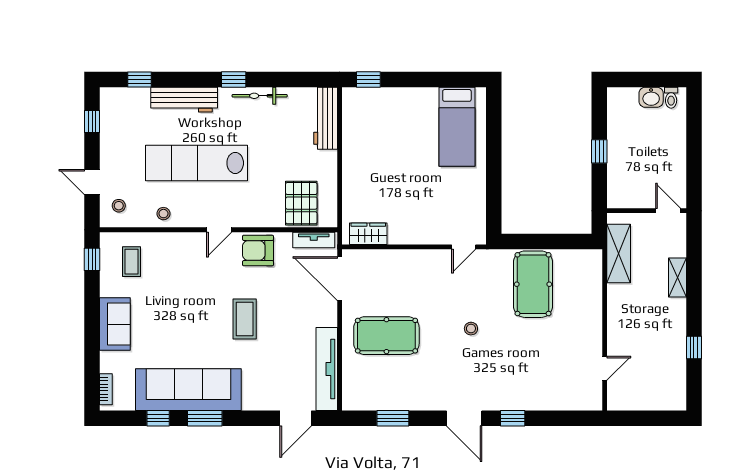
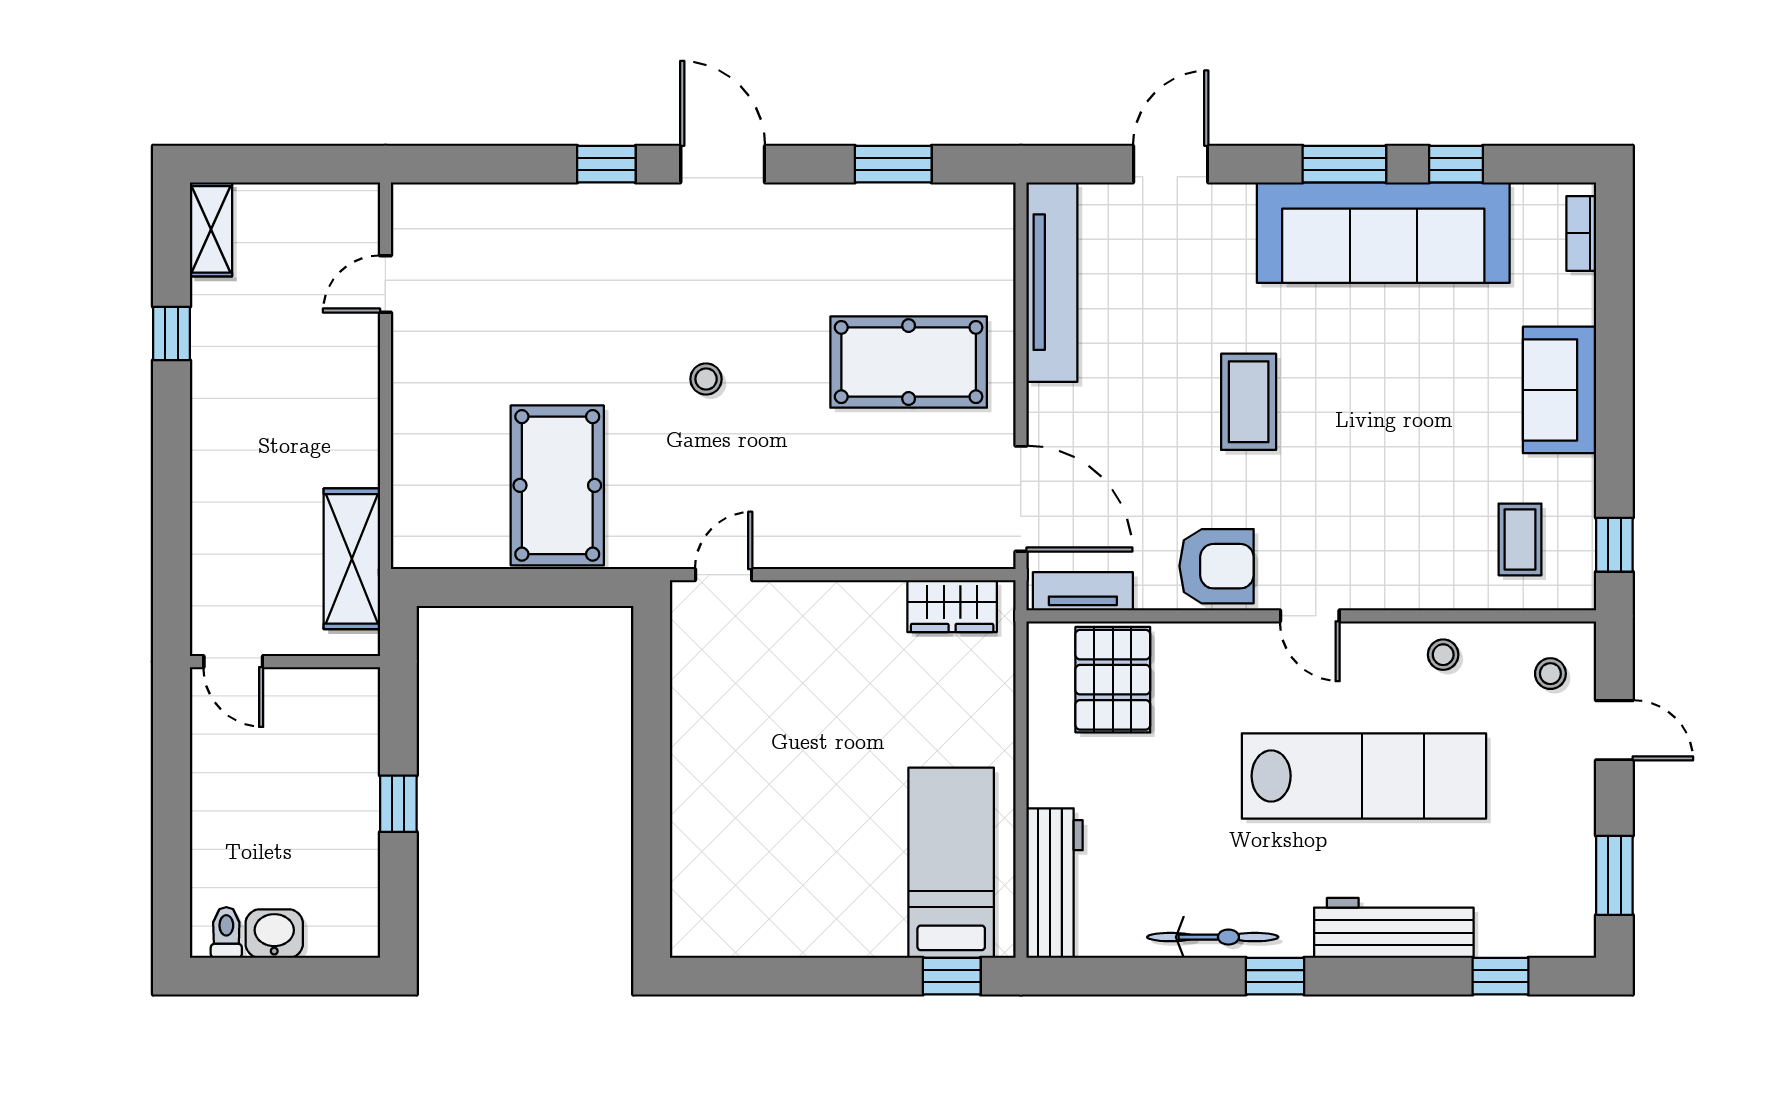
window: (92, 122) -> (1614, 875), width x1.50
bed: (457, 127) -> (951, 863), moved
door: (219, 230) -> (1310, 616), swing flipped
shelving: (677, 278) -> (211, 229), moved
door: (296, 418) -> (1171, 164), moved

